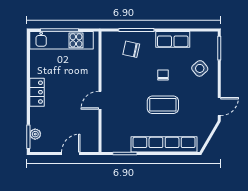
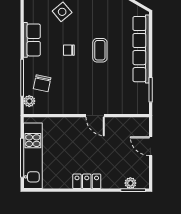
plant: (114, 37) -> (29, 101), added
coffee table: (163, 105) -> (100, 50), width x0.73, depth x0.77

